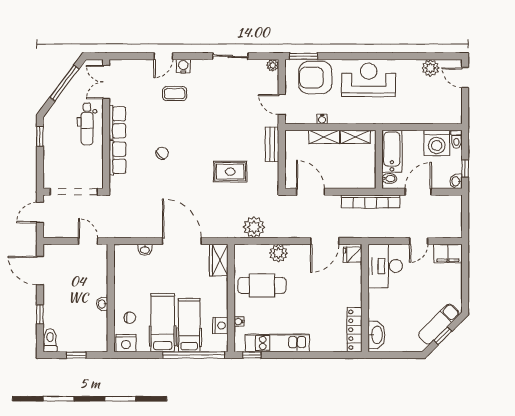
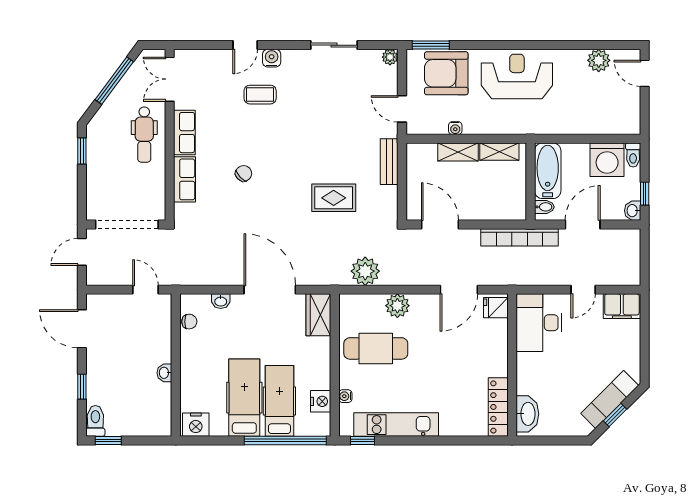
chair: (130, 318) -> (189, 322), moved
window: (76, 355) -> (108, 441), moved

